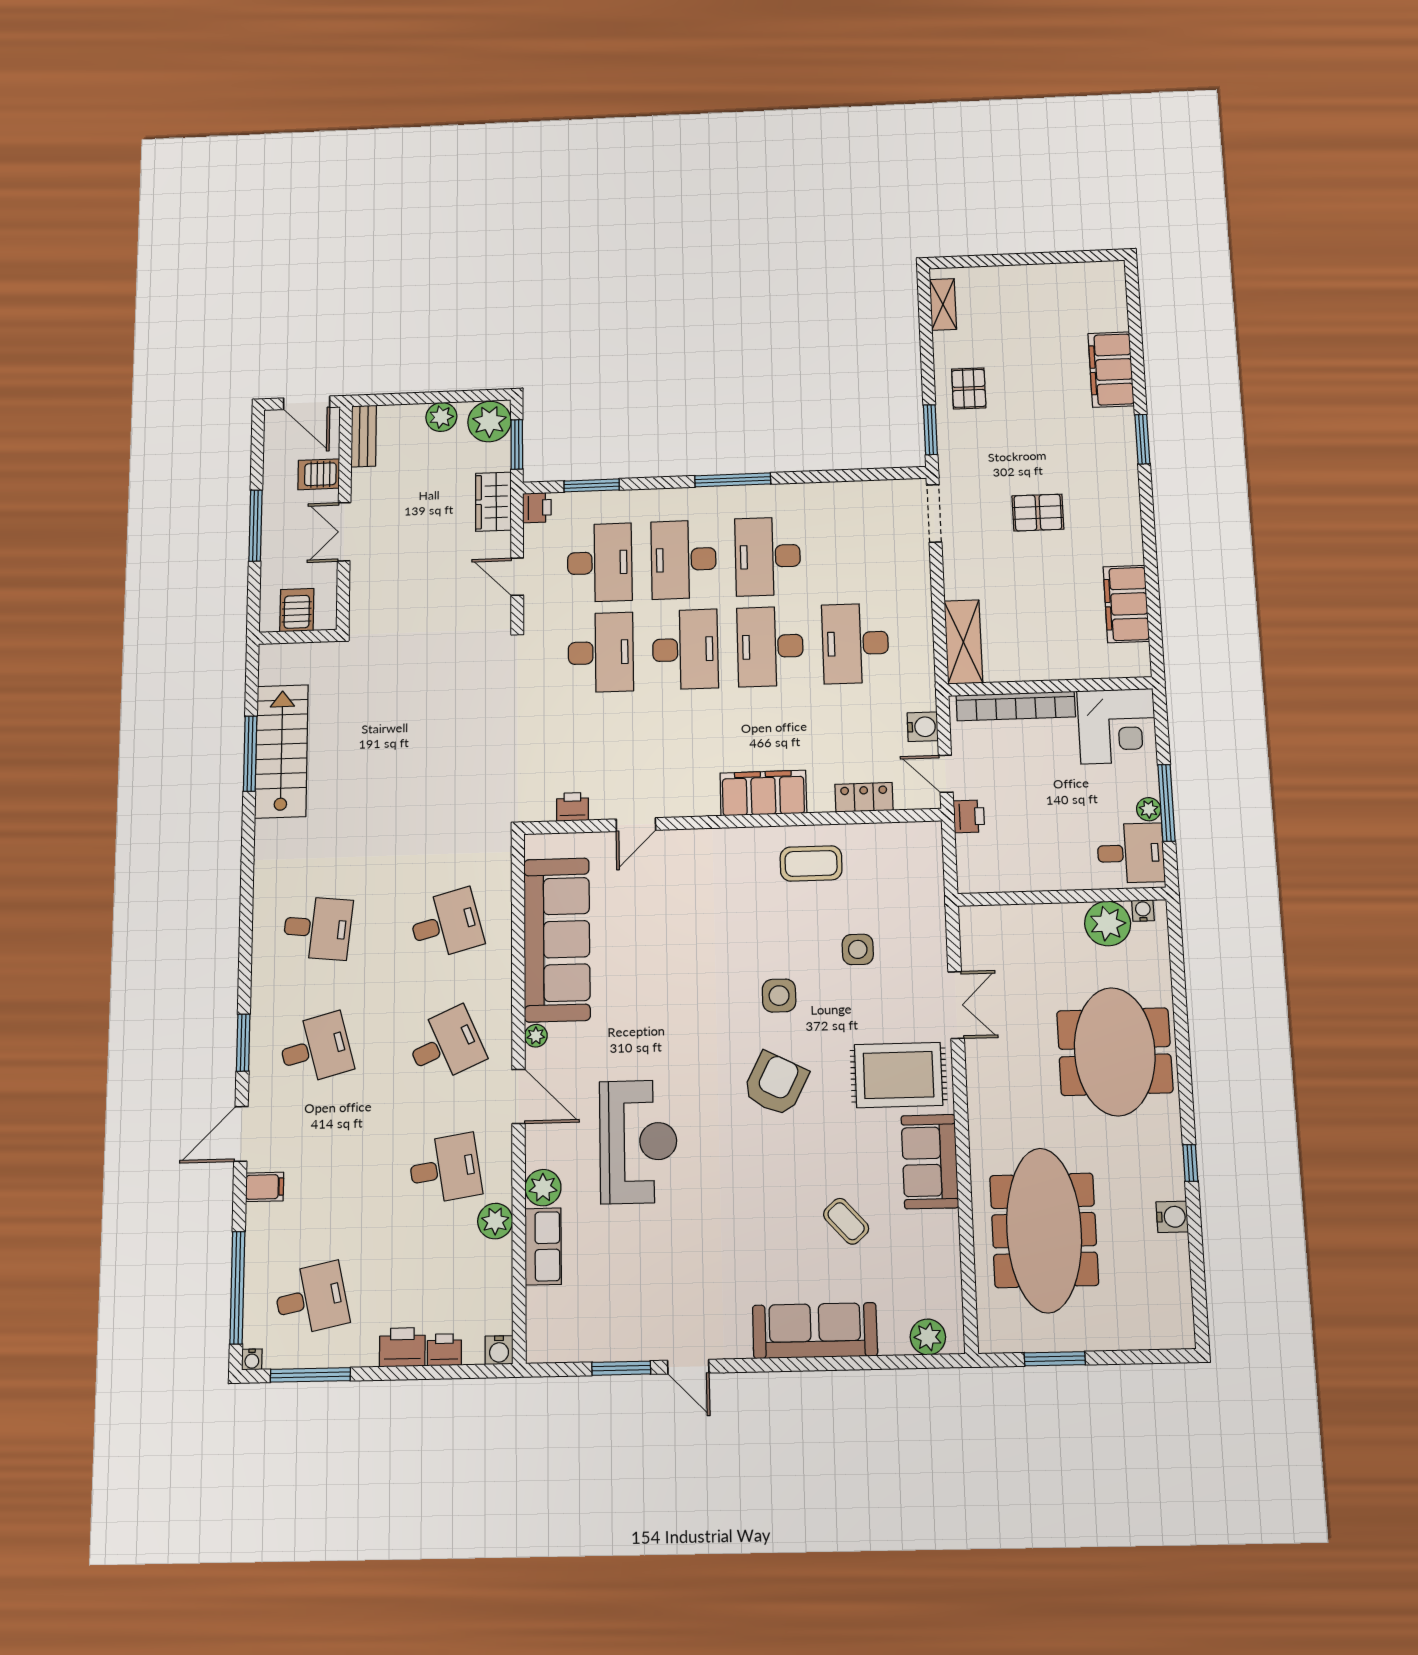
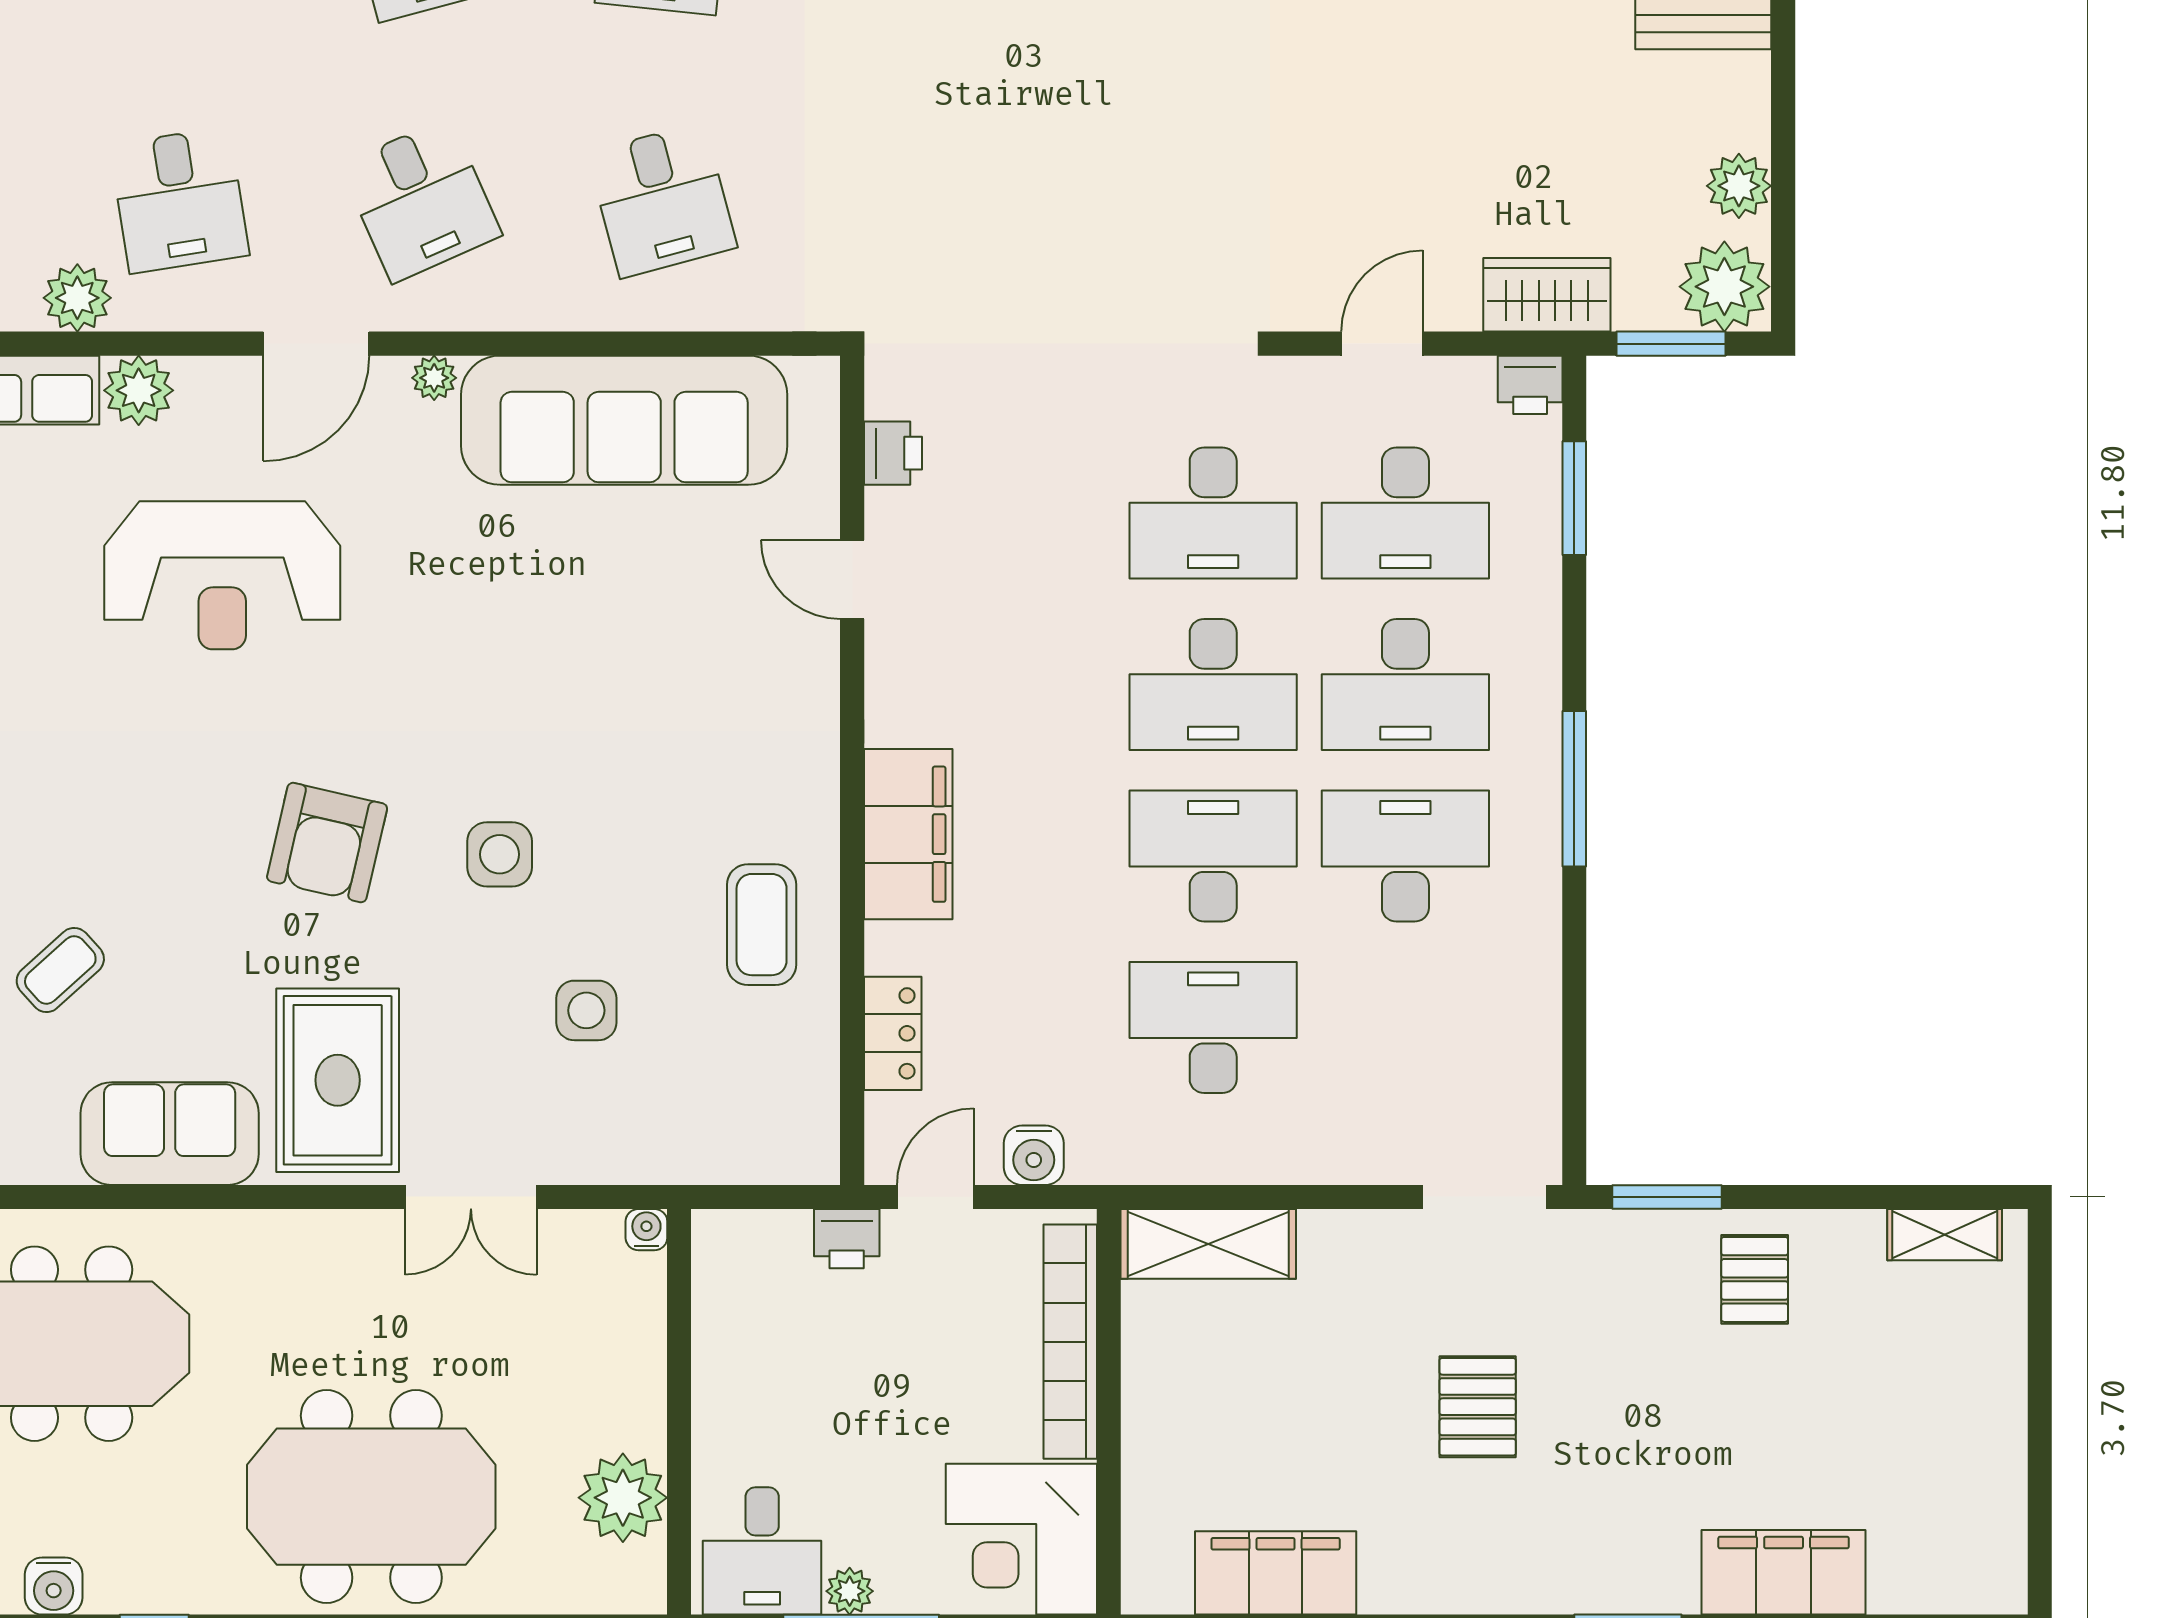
pallet: (969, 388) -> (1755, 1279), turned 90
desk: (684, 560) -> (1405, 685), turned 180
water cooler: (1143, 911) -> (646, 1230), moved, turned -90
armchair: (775, 1084) -> (327, 843), turned 76

